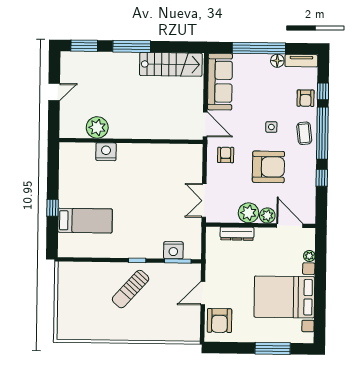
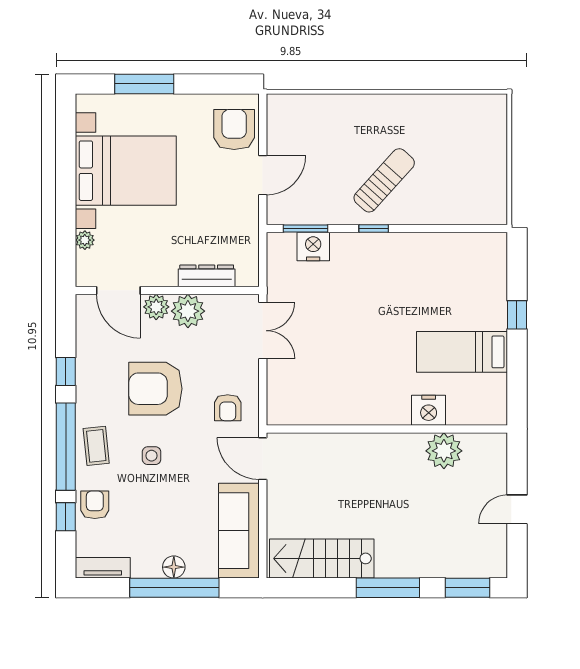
floor lamp: (277, 61) -> (174, 567), moved
bed: (85, 221) -> (462, 352), moved

